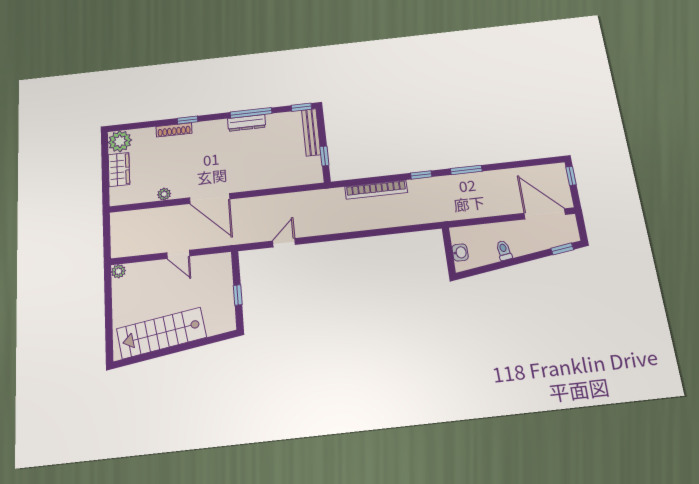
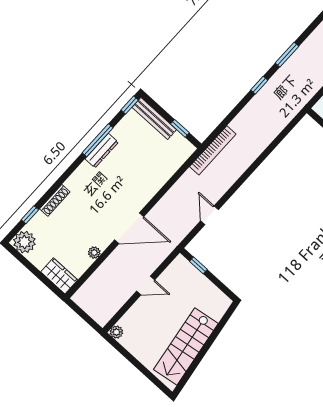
window: (187, 120) -> (30, 215), moved
wardrobe: (119, 170) -> (59, 276), moved
bookcase: (376, 190) -> (213, 150), moved
window: (238, 295) -> (198, 265), moved

